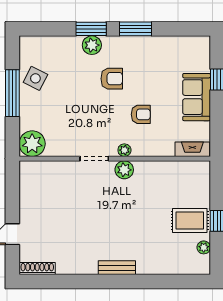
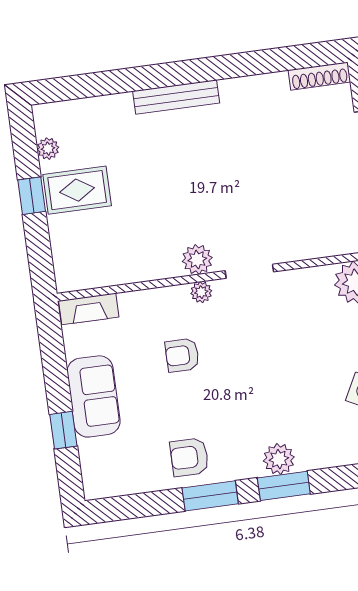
armchair: (112, 79) -> (189, 457), moved
bench: (117, 268) -> (176, 97), width x1.36

